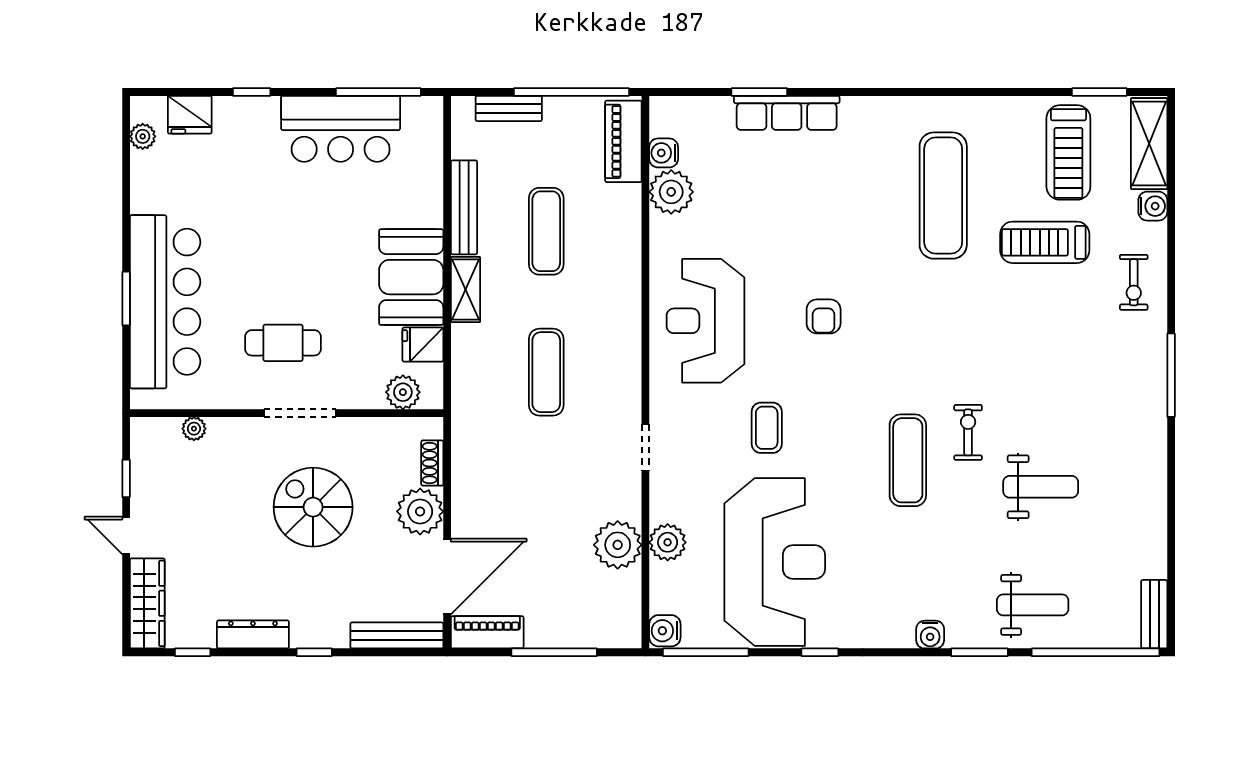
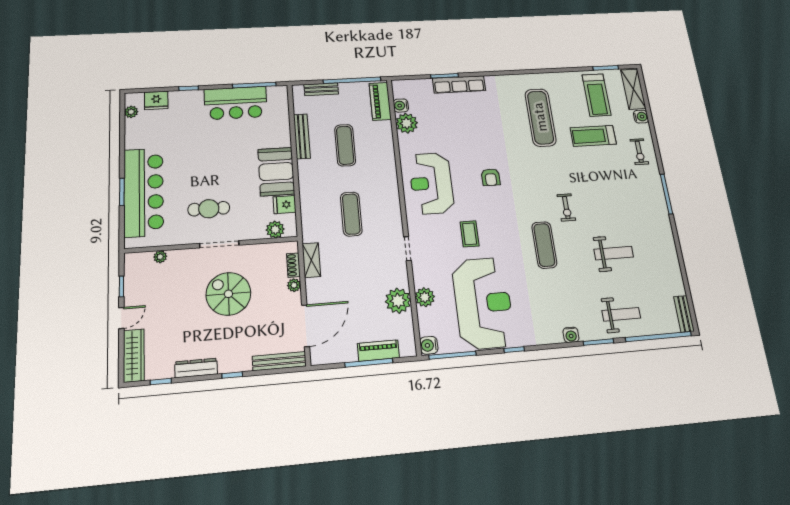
shelving: (466, 289) -> (311, 260), moved
exercise bike: (968, 432) -> (566, 207), moved, turned 180
plant: (420, 511) -> (294, 285), width x0.53, depth x0.53
door: (126, 536) -> (121, 318), swing flipped
piano: (487, 632) -> (378, 351), moved

